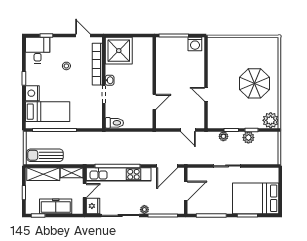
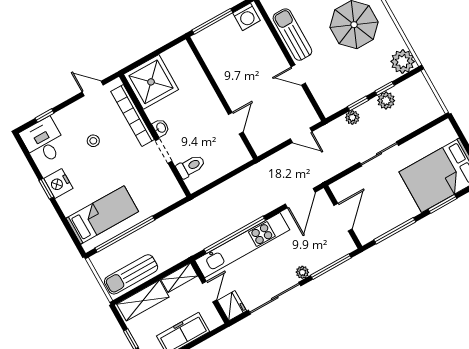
sun lounger: (216, 69) -> (292, 35), added
nightstand: (32, 93) -> (58, 183), moved
toilet: (114, 123) -> (191, 166), moved

